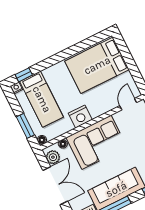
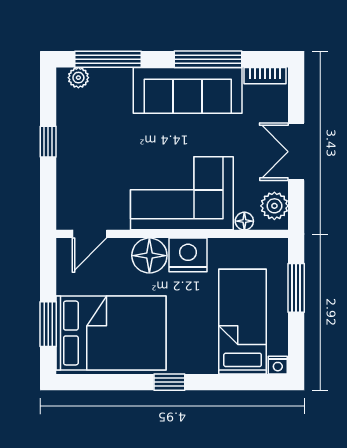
window: (127, 55) -> (48, 324), added
window: (24, 75) -> (169, 382), moved
floor lamp: (42, 140) -> (149, 256), moved, width x1.89, depth x1.89
double door: (55, 186) -> (296, 152), width x0.73

